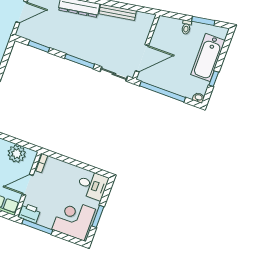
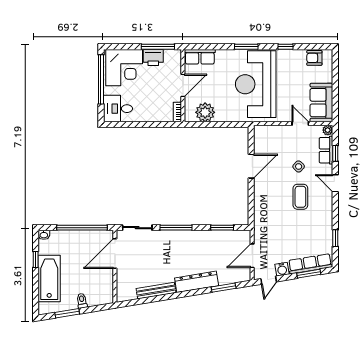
printer: (30, 213) -> (153, 58), moved
window: (98, 216) -> (101, 79), width x2.11

